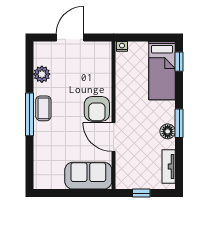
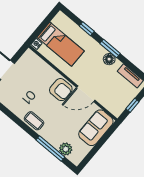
window: (179, 62) -> (87, 29), moved
bed: (162, 71) -> (61, 44), moved
plant: (42, 74) -> (66, 149), moved
window: (30, 114) -> (50, 148), moved

